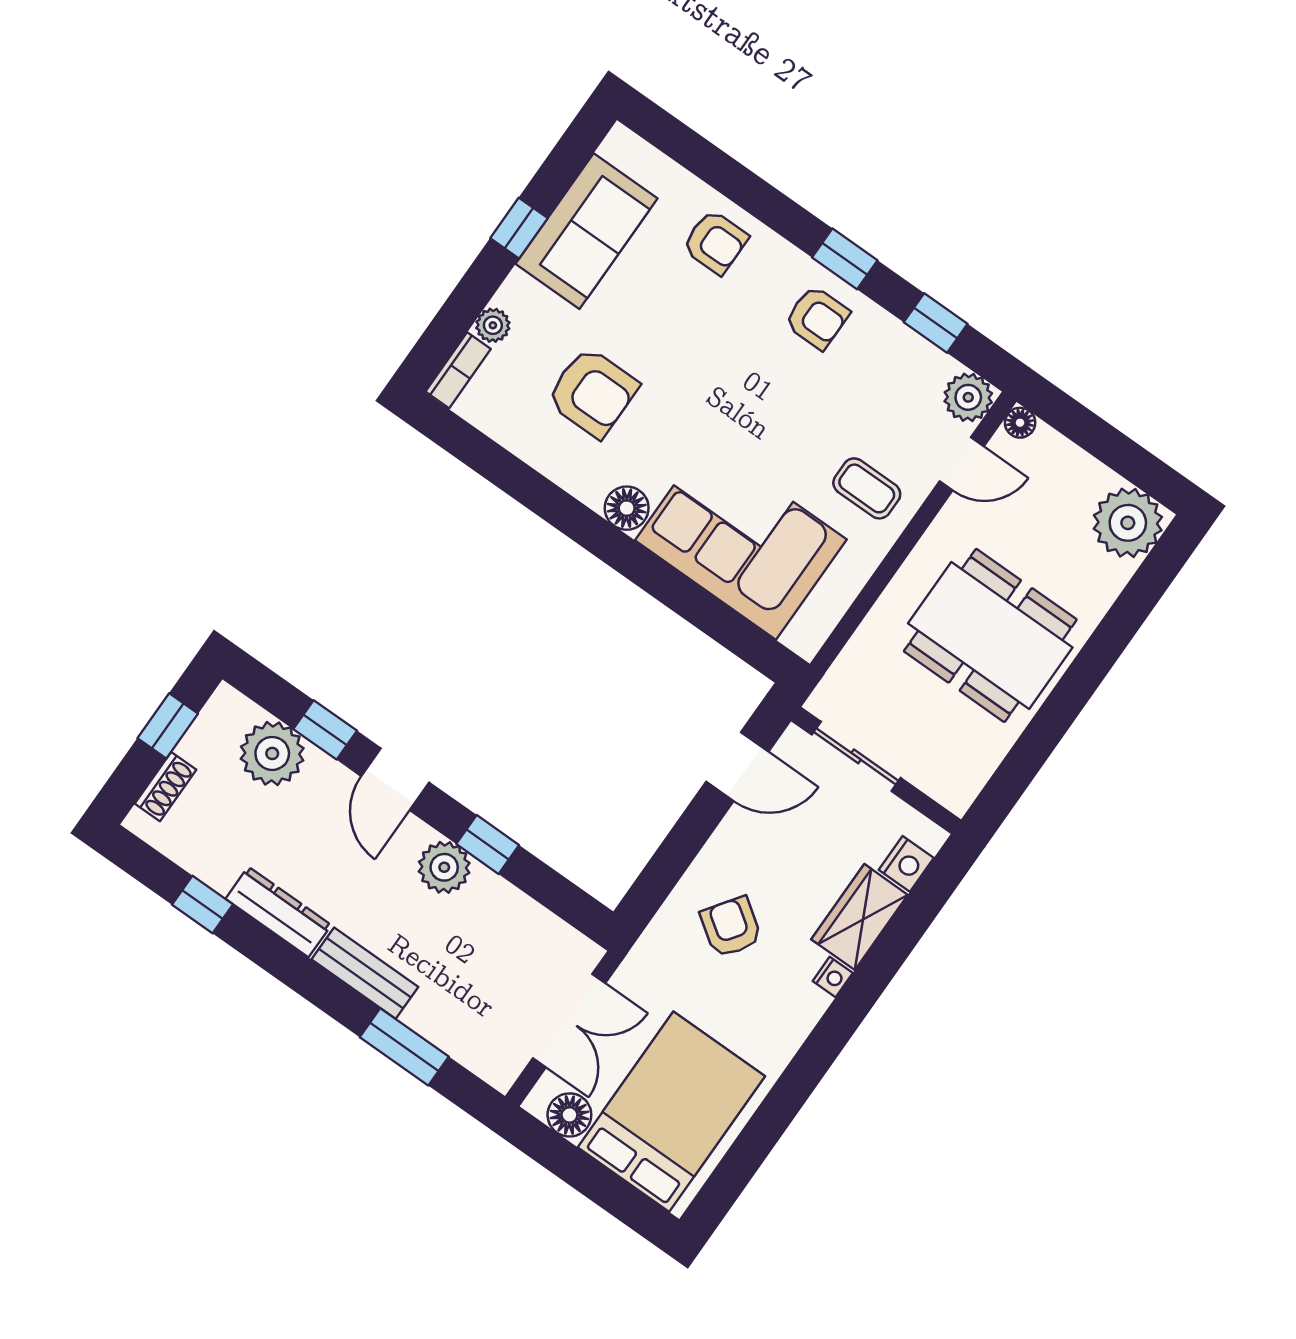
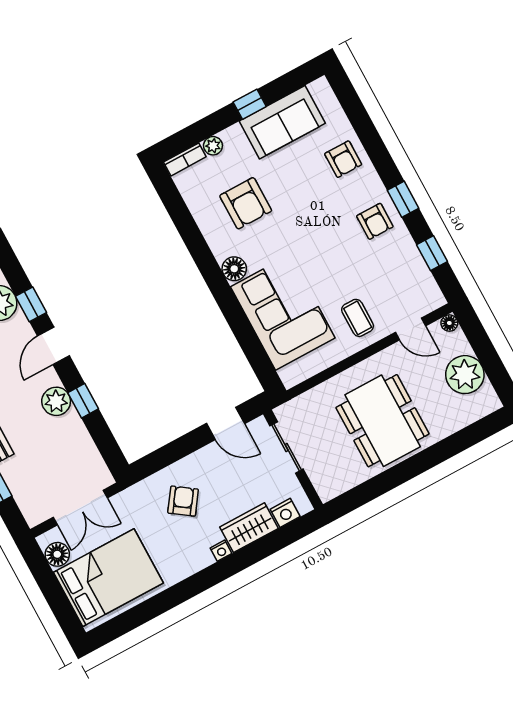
plant: (968, 397) -> (430, 298), removed
plant: (1128, 523) -> (465, 375), moved

